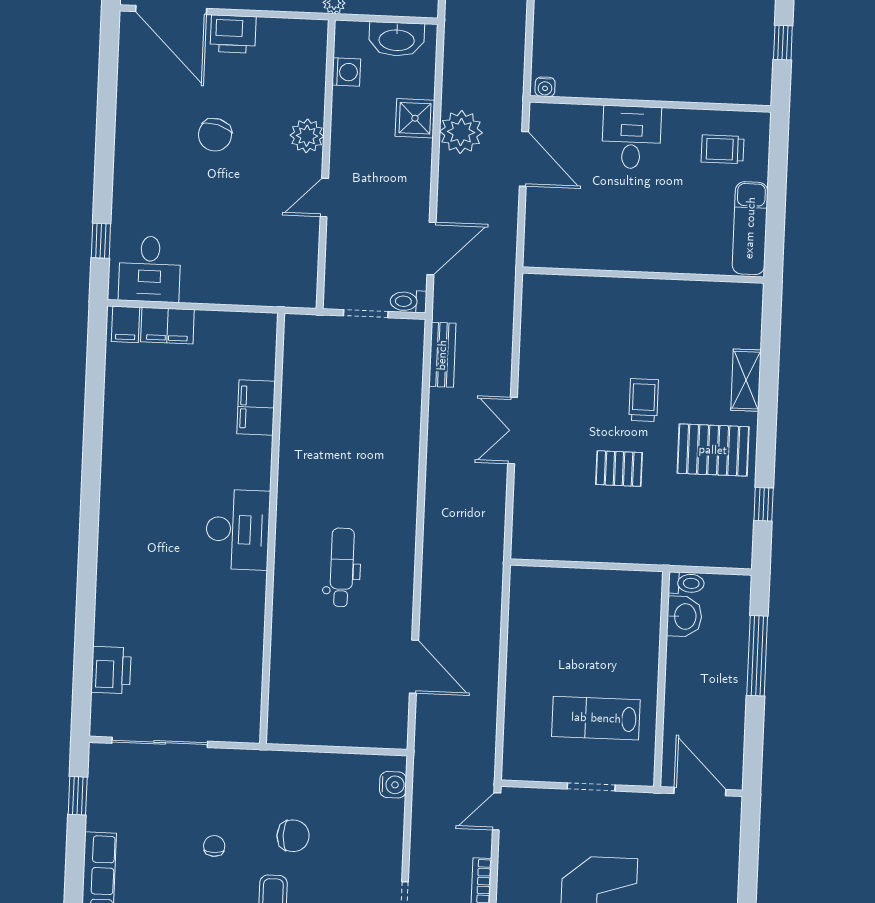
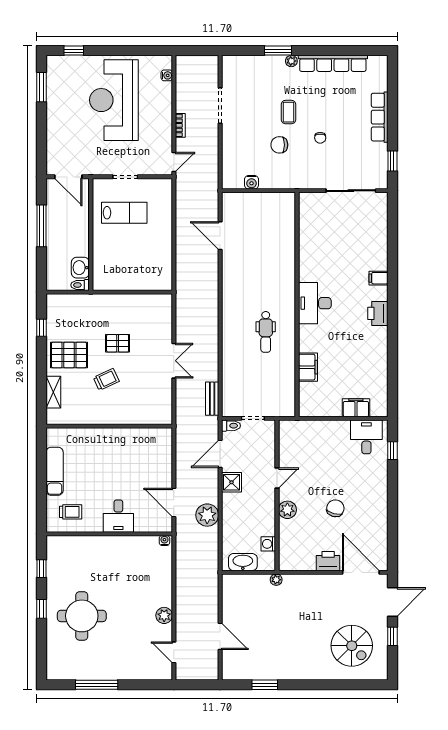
shower: (415, 118) -> (232, 482), moved
wall: (643, 275) -> (109, 426), moved
filing cabinet: (126, 324) -> (378, 278), moved, turned -90
trolley: (644, 400) -> (106, 379), turned -115
dental chair: (342, 567) -> (266, 332), moved
window: (757, 656) -> (42, 226), moved
printer: (111, 670) -> (378, 313), moved
water cooler: (393, 785) -> (252, 182), moved, turned -90

